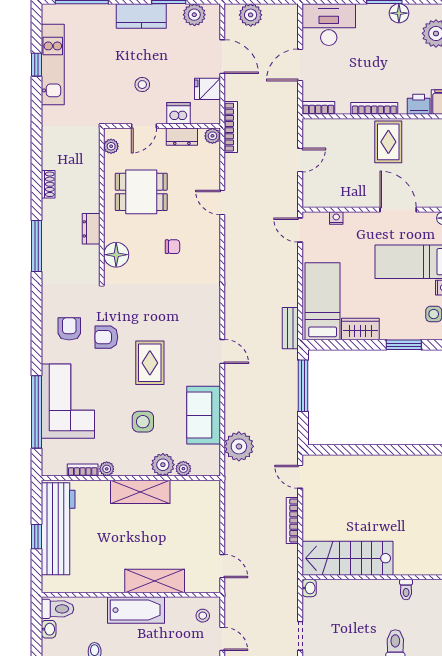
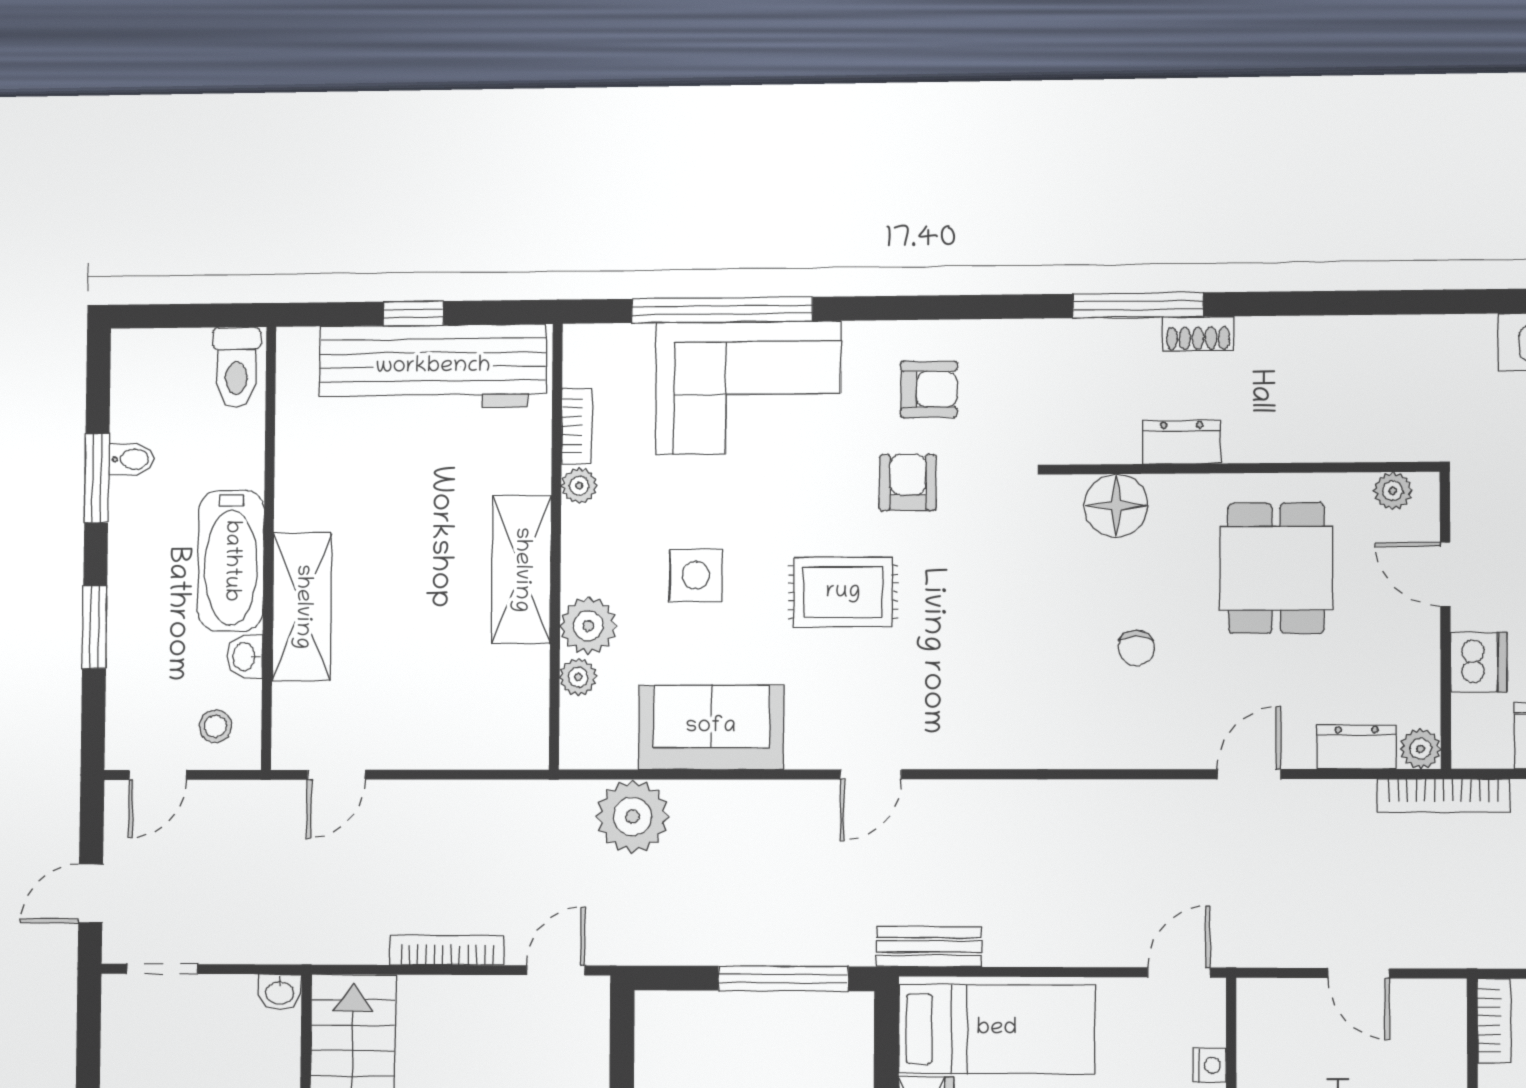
dresser: (182, 137) -> (1357, 747), moved, turned 90
shoe rack: (48, 184) -> (1198, 334), moved
washbasin: (49, 629) -> (245, 657), moved, turned 90

